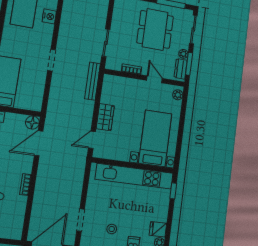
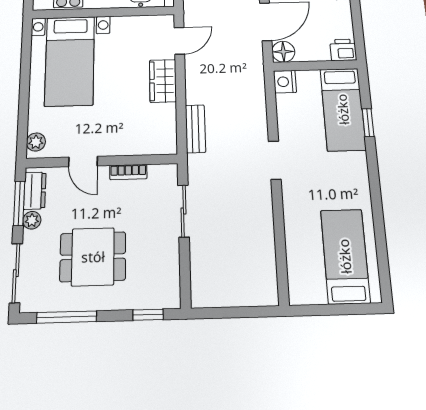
nightstand: (49, 16) -> (285, 82), moved
dining table: (155, 29) -> (93, 257), width x0.73
bench: (92, 81) -> (195, 129), width x0.73

